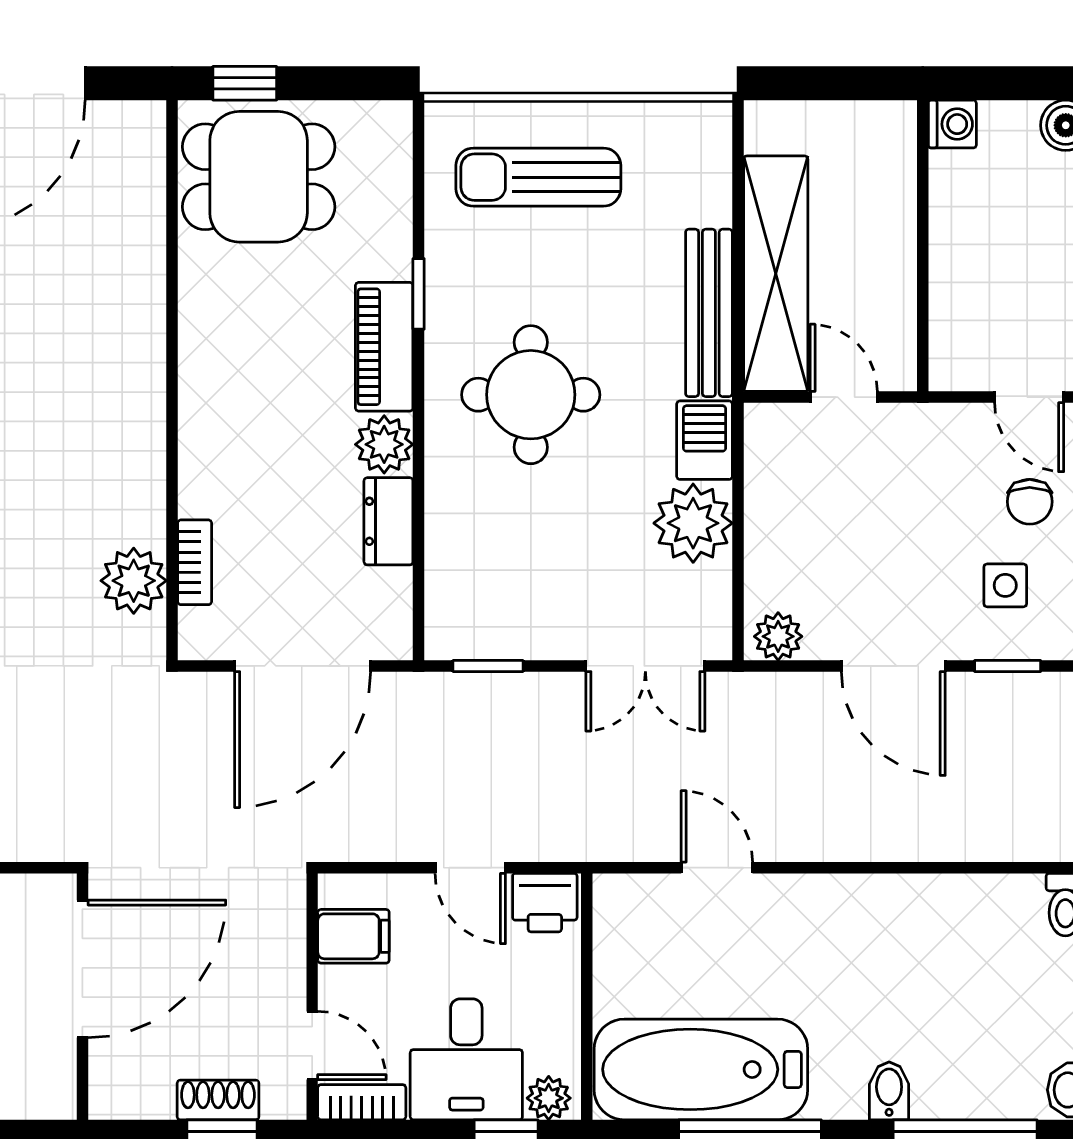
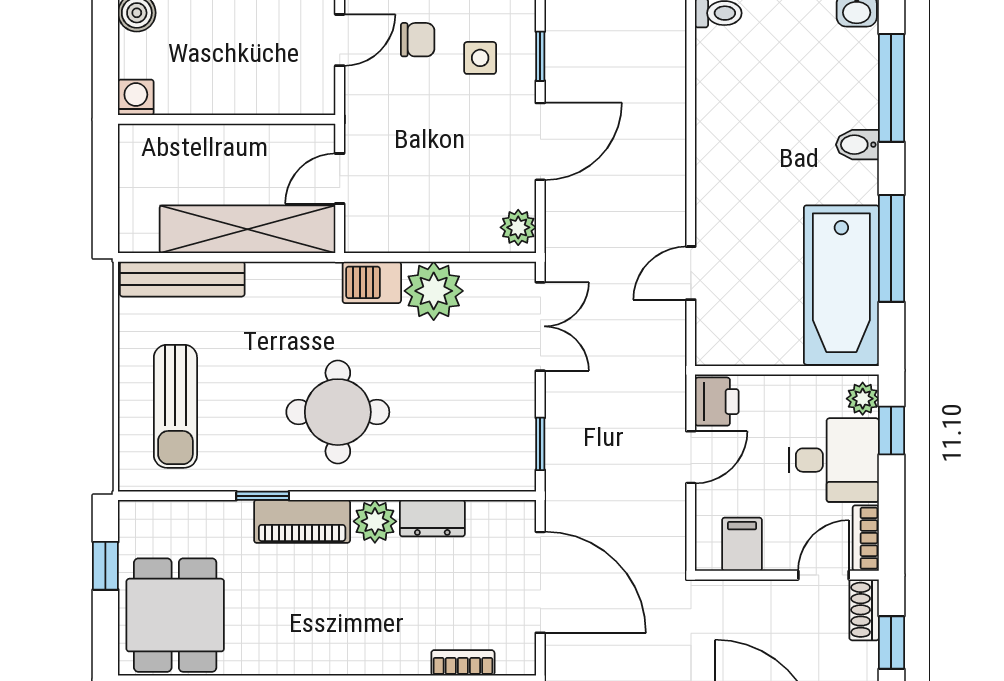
window: (245, 83) -> (105, 566), moved
bench: (709, 313) -> (182, 279), moved
shoe rack: (218, 1100) -> (864, 610), moved

